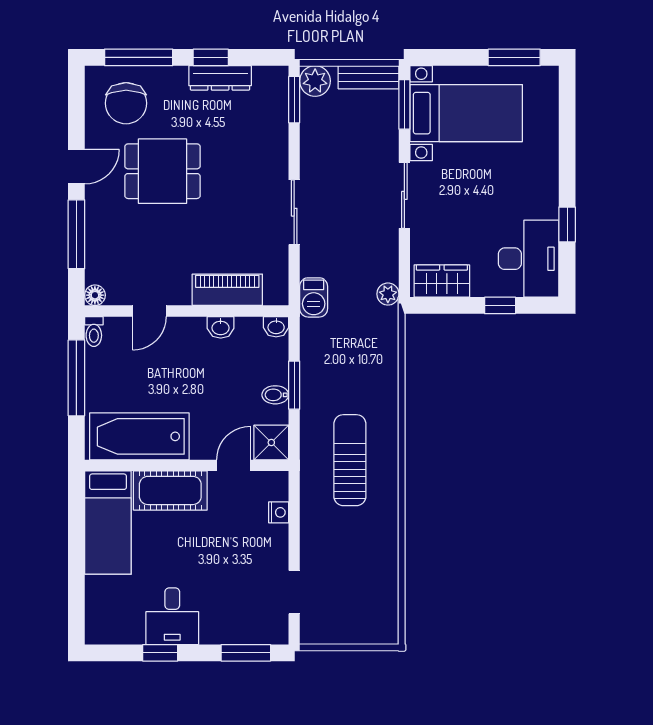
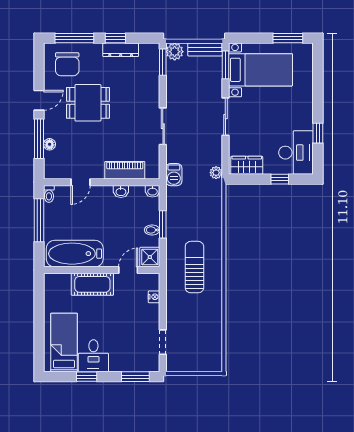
floor lamp: (95, 295) -> (50, 144), moved
bed: (108, 523) -> (64, 343), moved, turned 180

